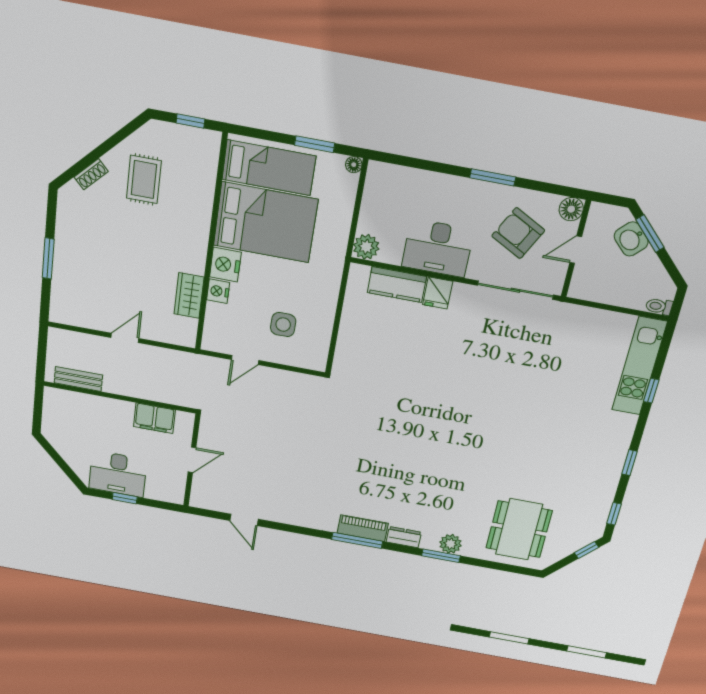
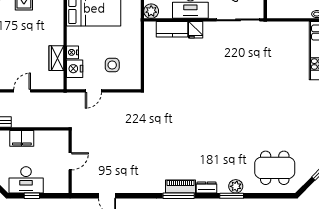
nightstand: (225, 265) -> (75, 69), moved
filing cabinet: (154, 418) -> (22, 138), moved
dining table: (519, 529) -> (275, 168), turned 90

